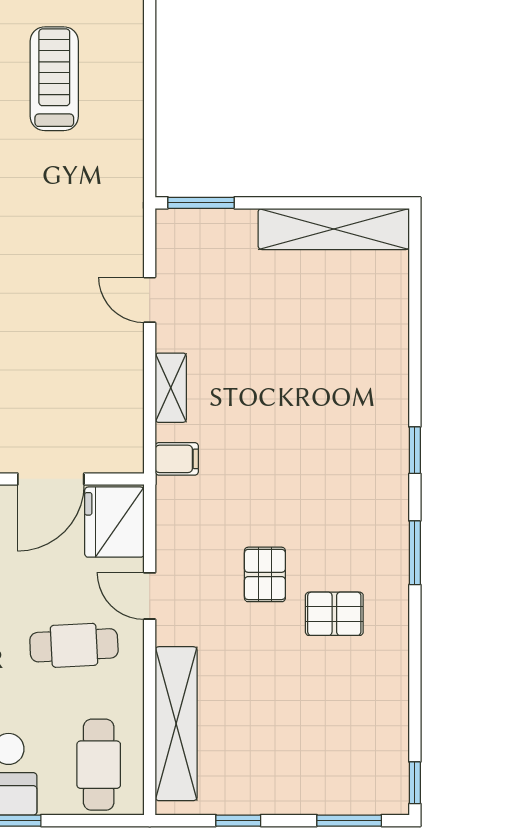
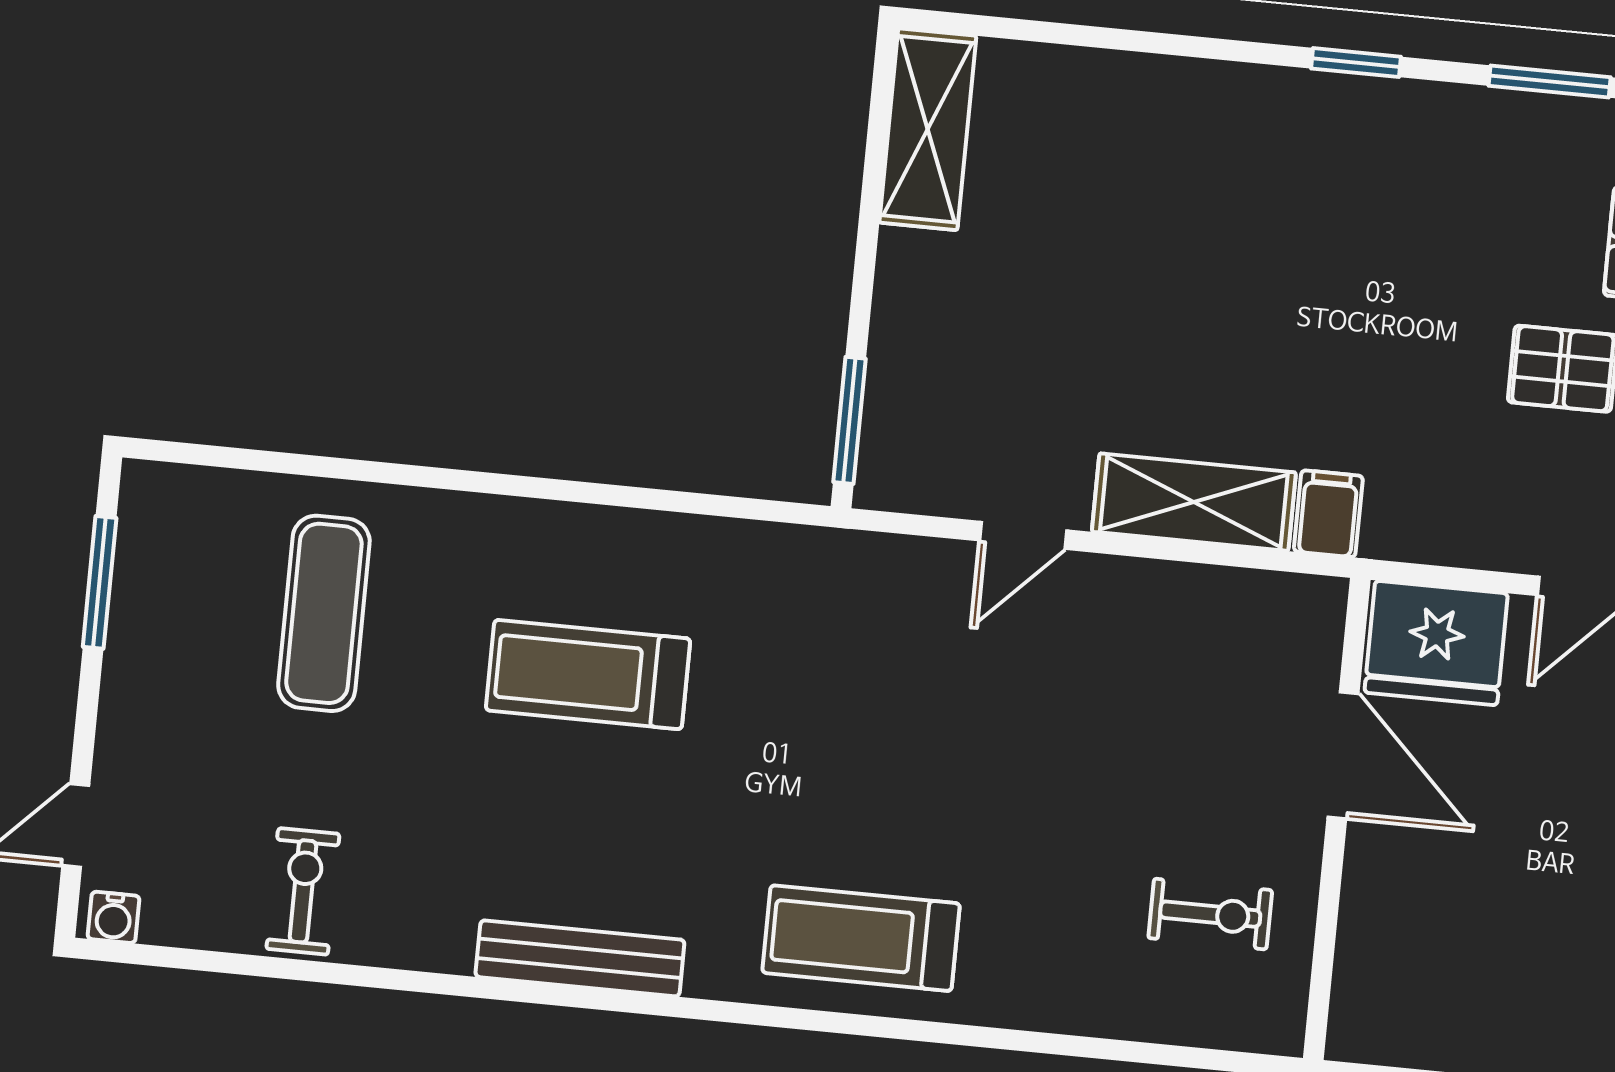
shelving: (334, 229) -> (928, 129), width x0.68
shelving: (171, 388) -> (1194, 502), width x1.50, depth x1.33

